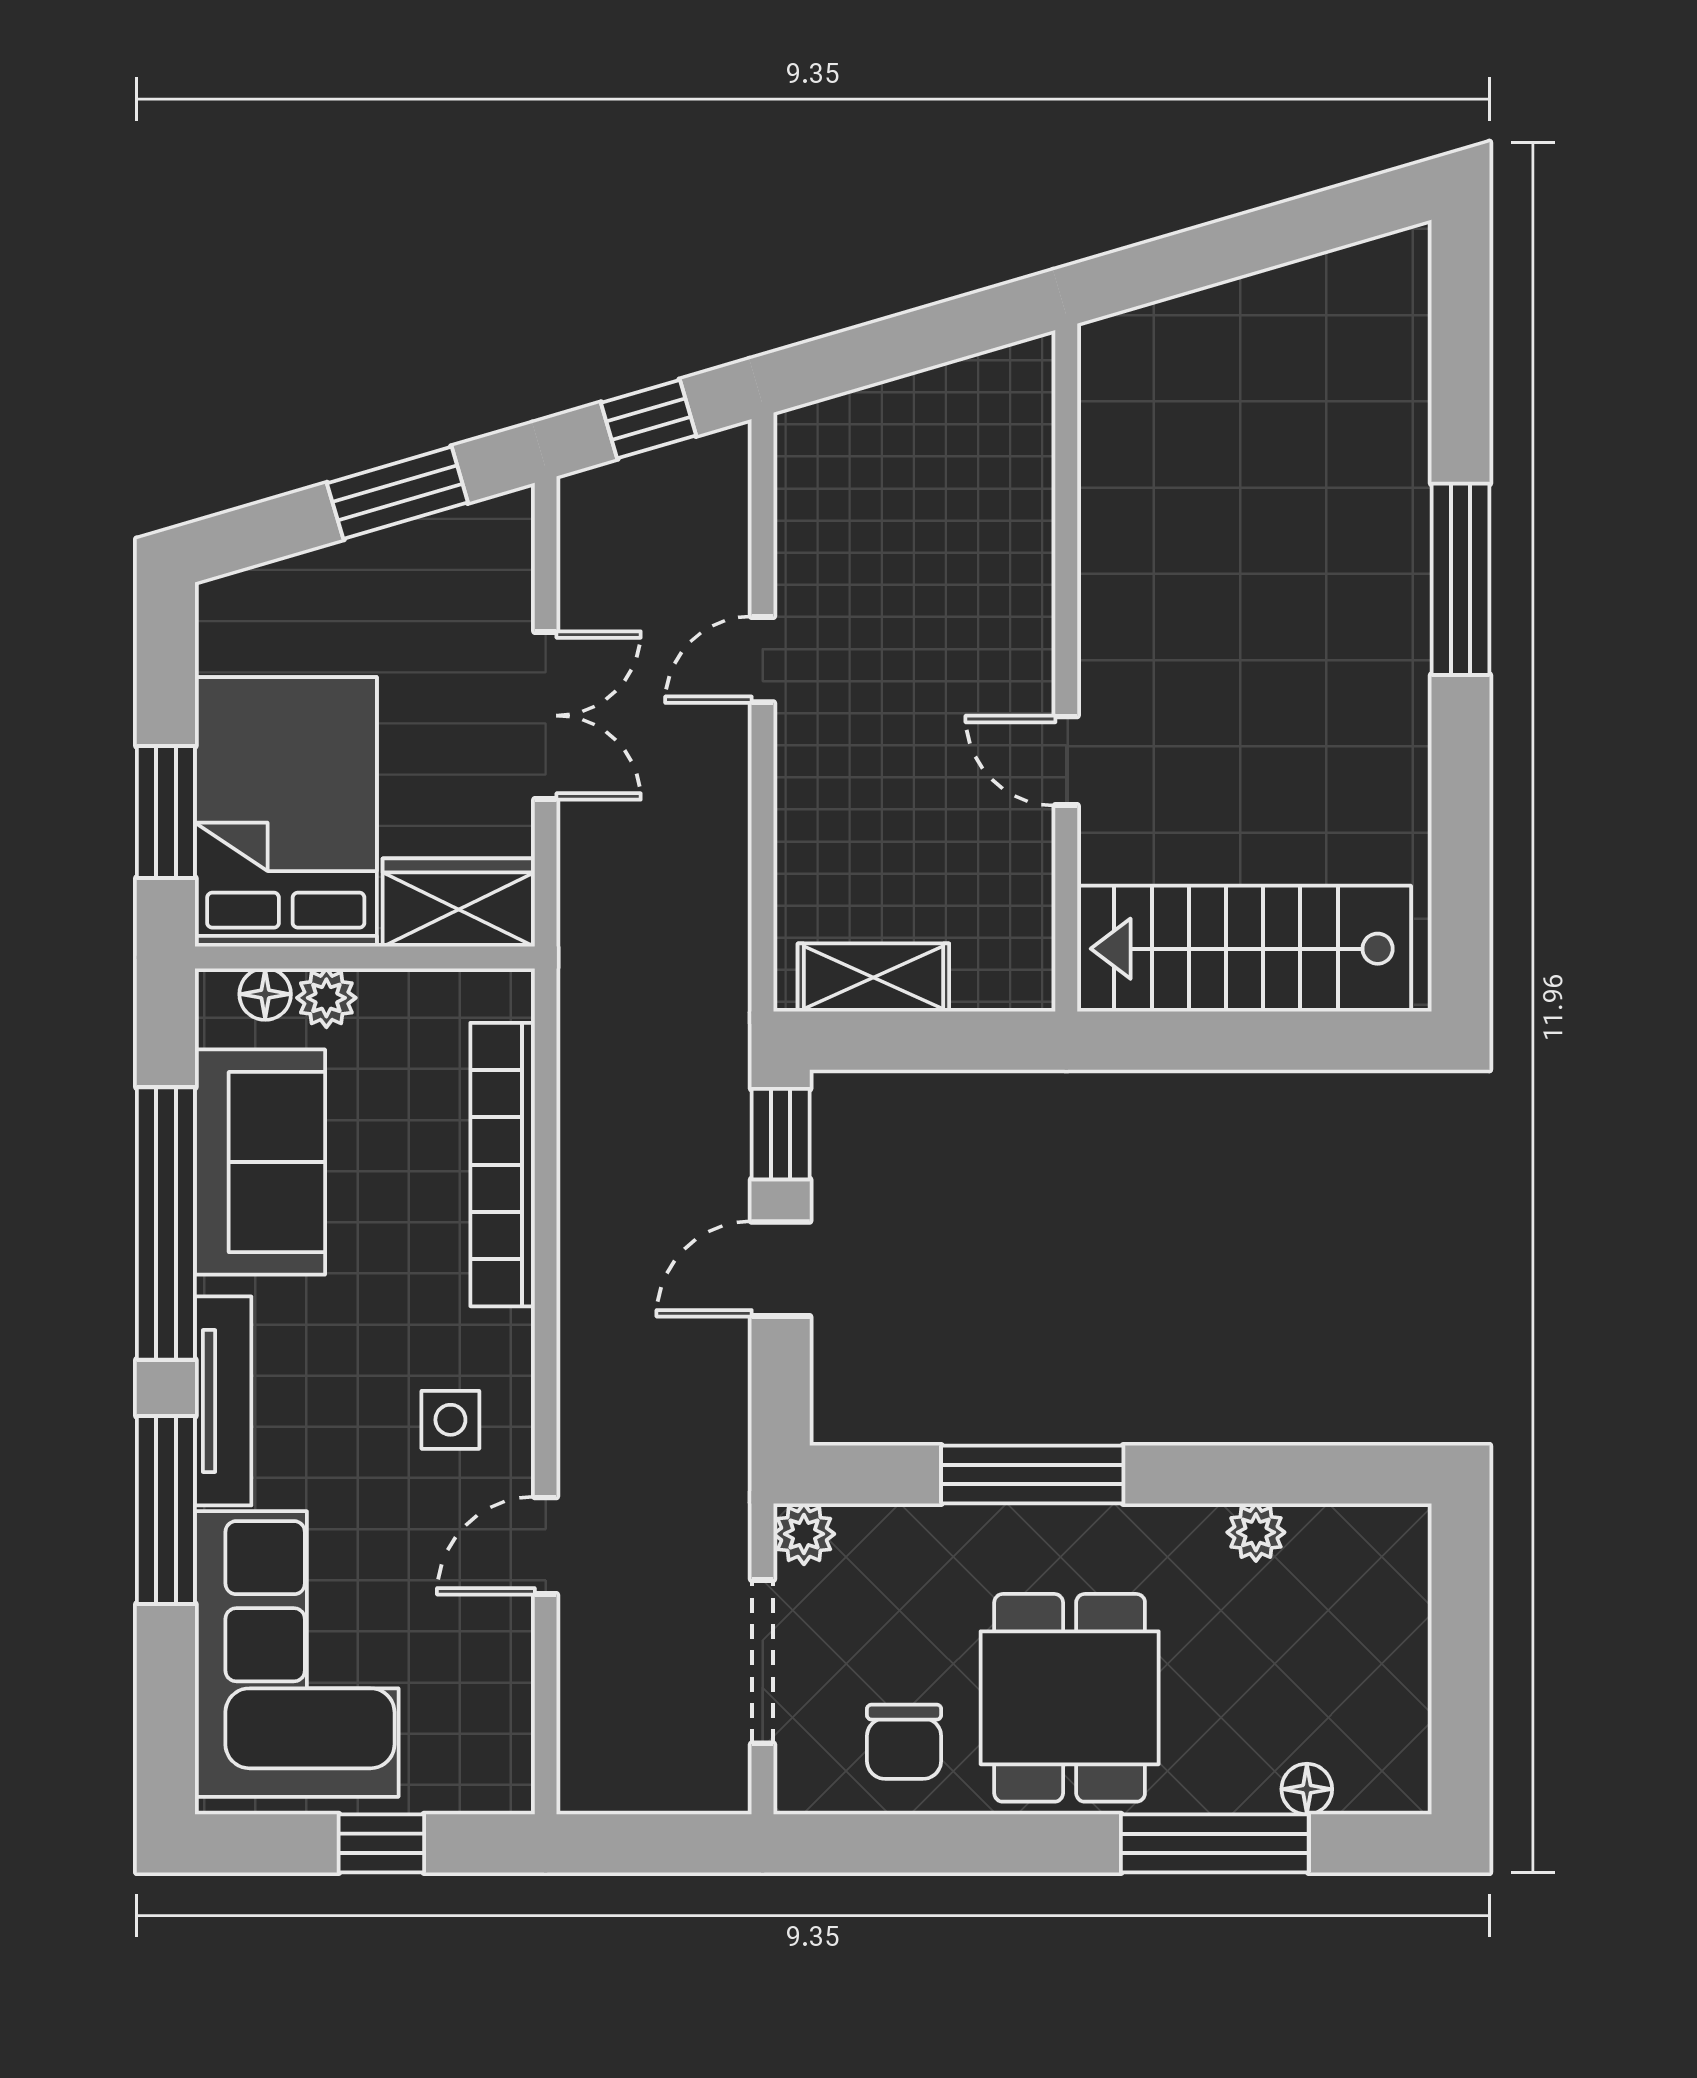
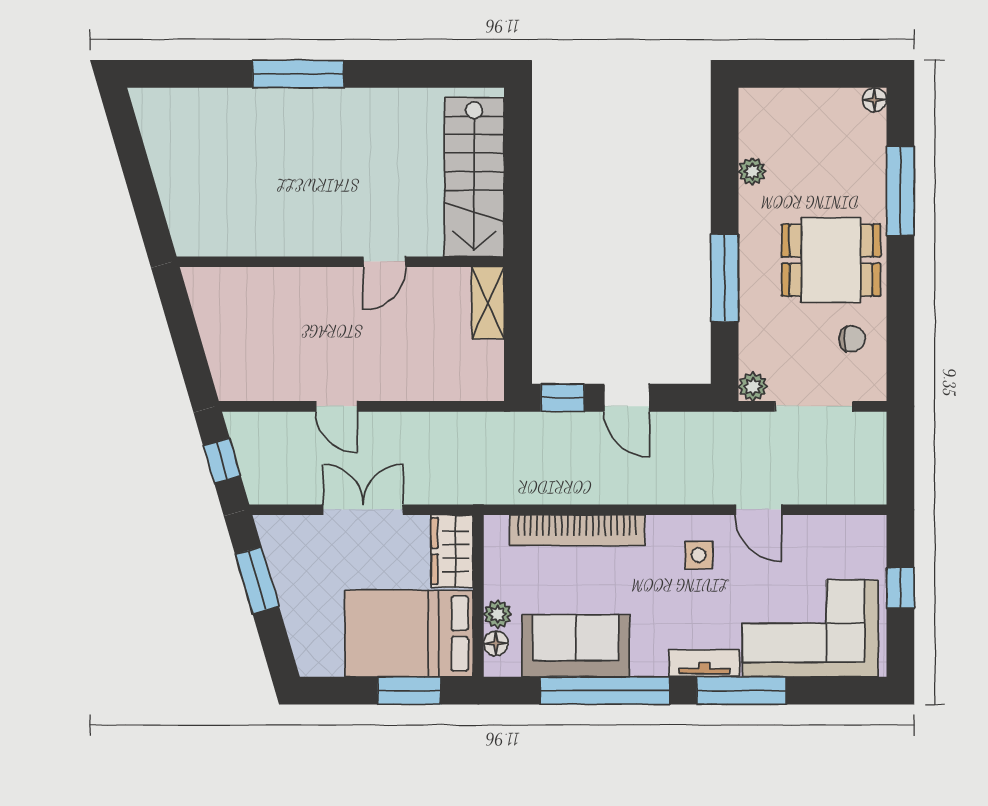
shelving: (873, 978) -> (488, 303), moved
tv unit: (223, 1401) -> (704, 663), width x0.71
chair: (904, 1742) -> (852, 339), width x0.73, depth x0.73
floor lamp: (1307, 1789) -> (875, 100), moved

